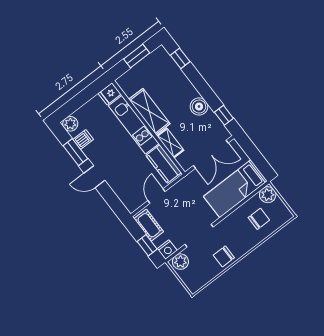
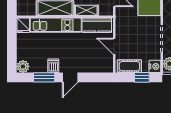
dishwasher: (83, 139) -> (53, 66), moved

